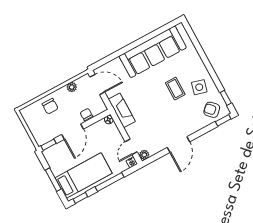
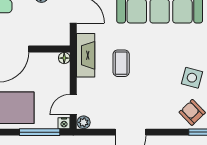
coffee table: (175, 89) -> (121, 63), moved
chair: (86, 114) -> (41, 38), removed
window: (110, 182) -> (40, 132), moved

